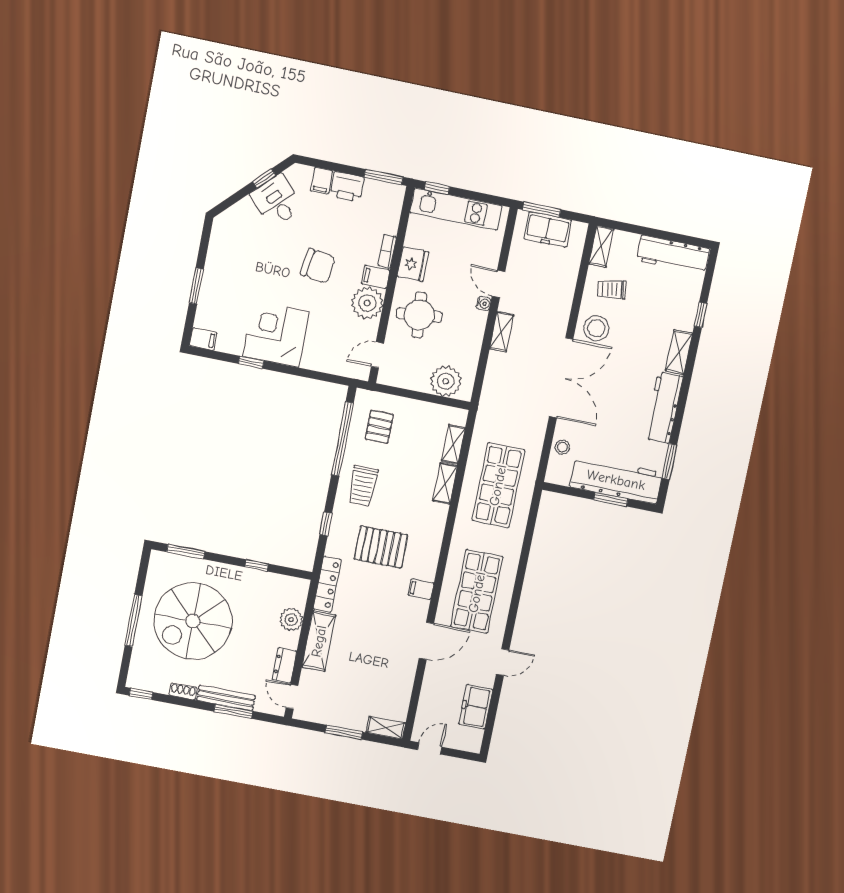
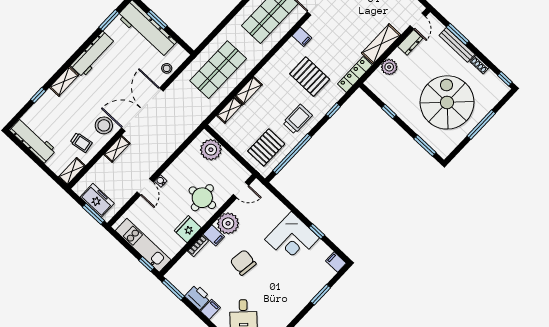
shelving: (502, 332) -> (117, 149), moved
pallet: (379, 427) -> (266, 147), width x1.50, depth x1.42
spiral stairs: (193, 621) -> (447, 102), turned -90

